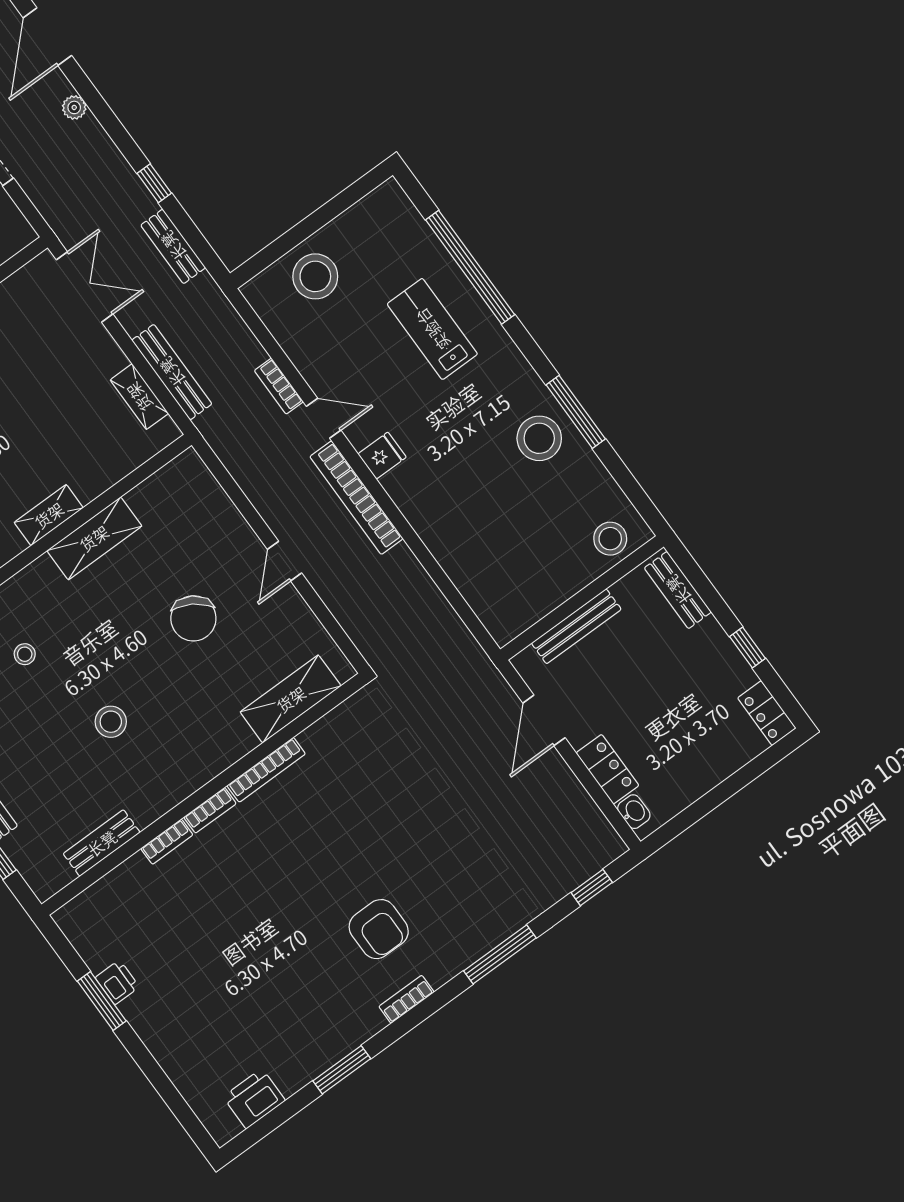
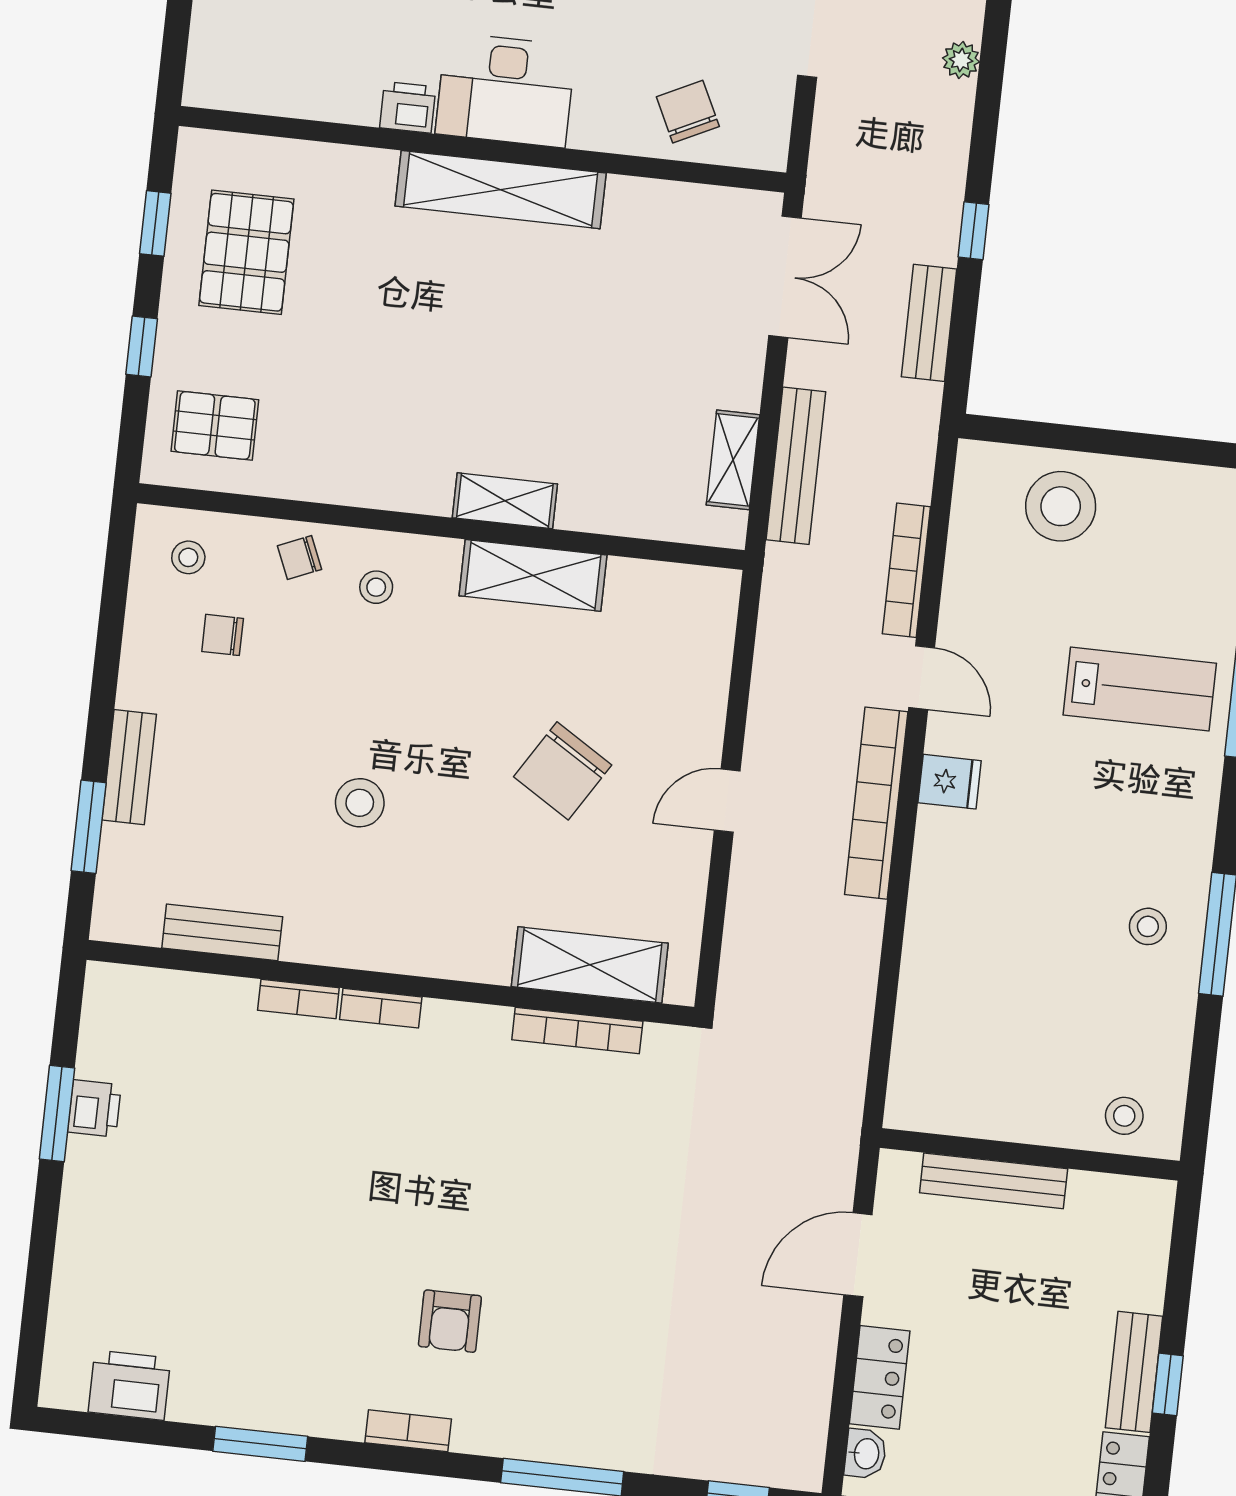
lab bench: (432, 329) -> (1140, 689), turned 90
bookcase: (279, 386) -> (906, 570), width x1.56
stool: (539, 438) -> (1148, 926), width x0.53, depth x0.53
stool: (610, 539) -> (1124, 1116), width x0.73, depth x0.73
bench: (678, 590) -> (1134, 1372), moved
stool: (25, 654) -> (376, 587), moved
bookcase: (266, 770) -> (577, 1030), moved
armchair: (379, 929) -> (450, 1321), width x0.72, depth x0.72

